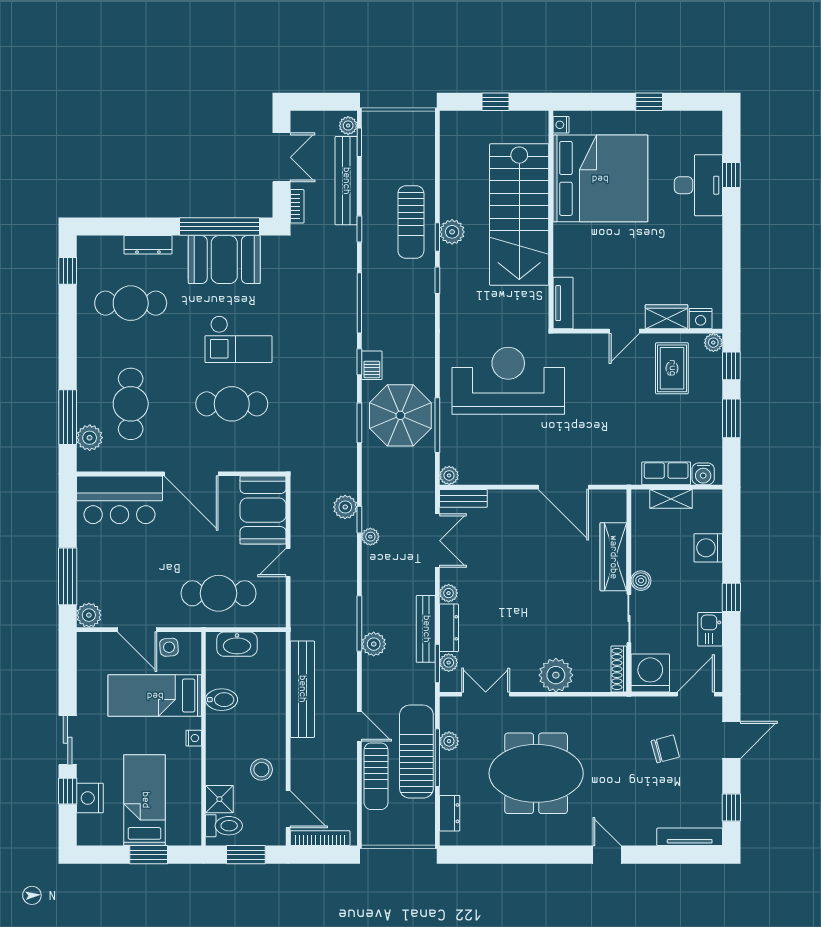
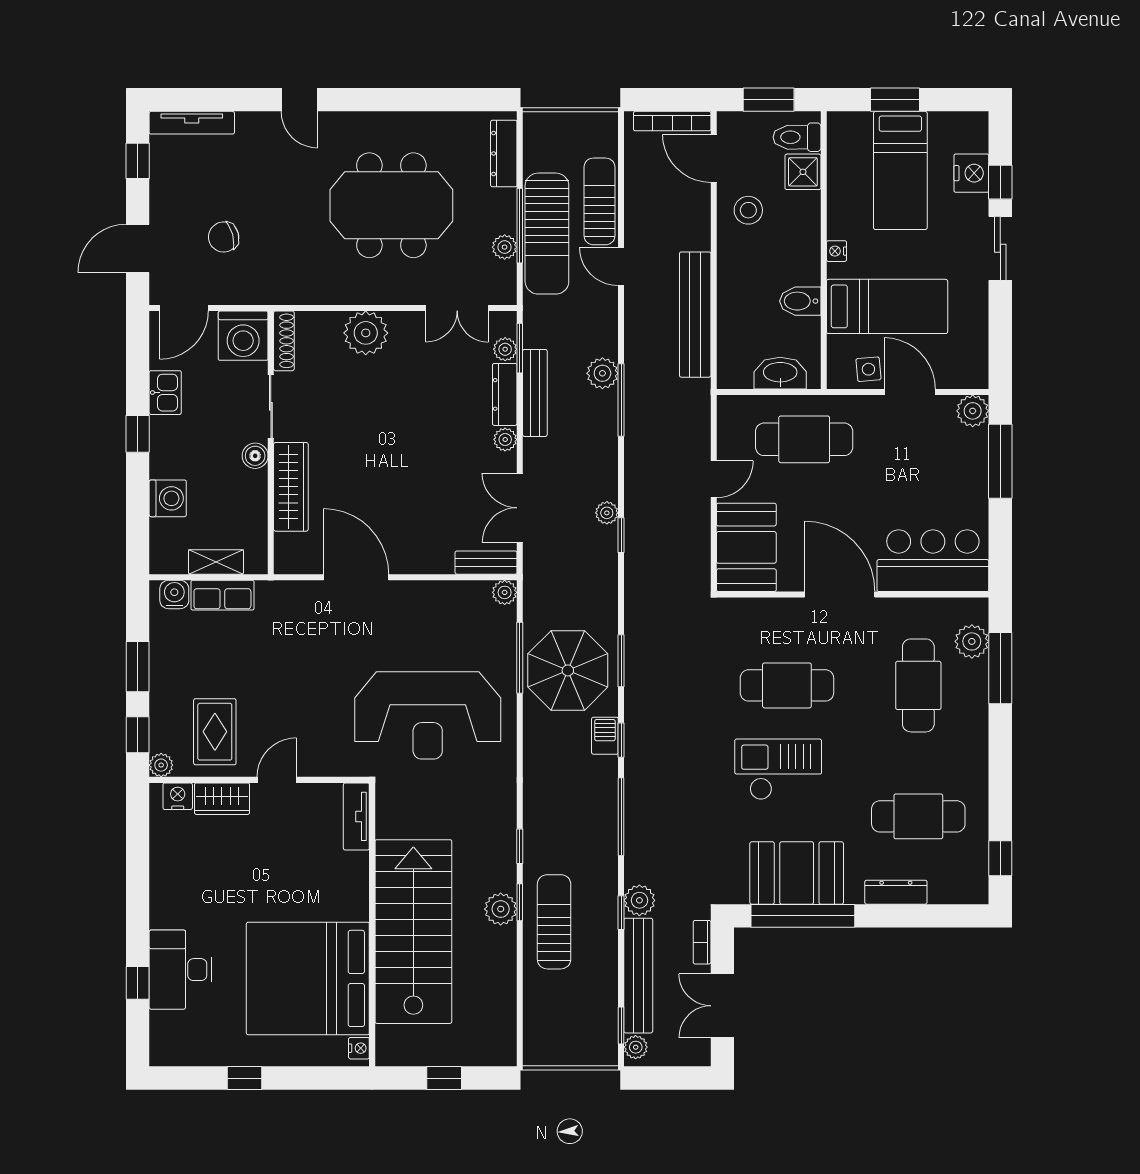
plant: (345, 507) -> (639, 900), moved
dresser: (450, 813) -> (504, 154), width x1.44

